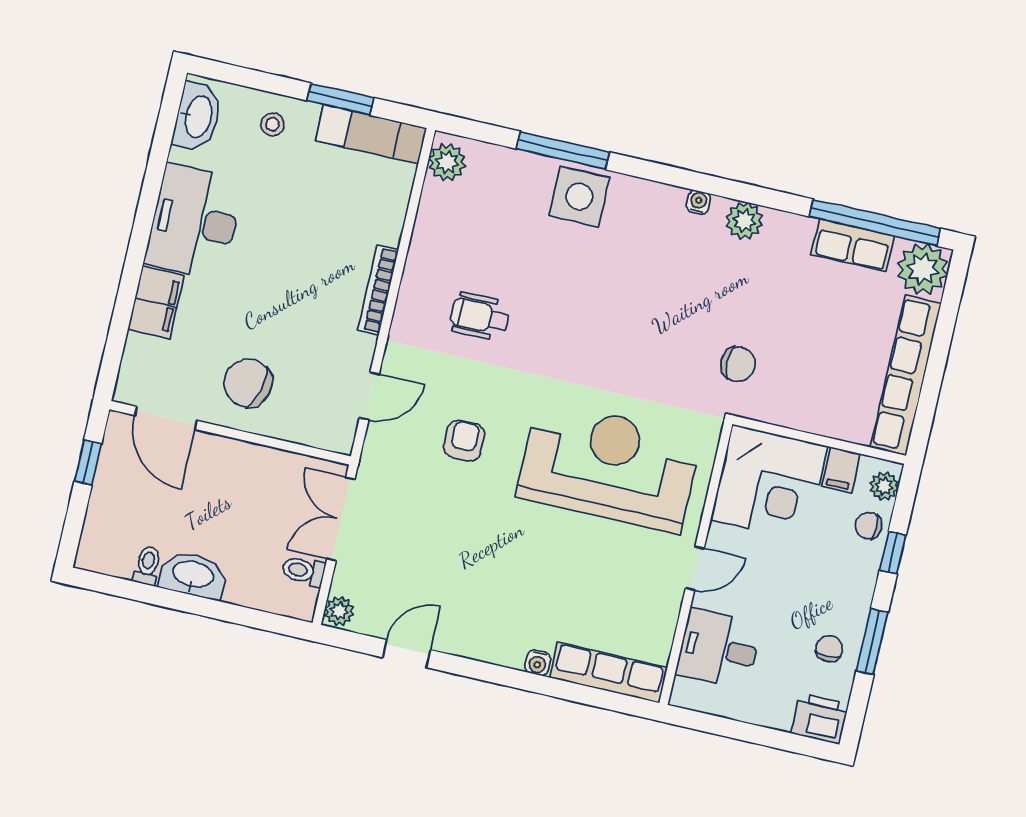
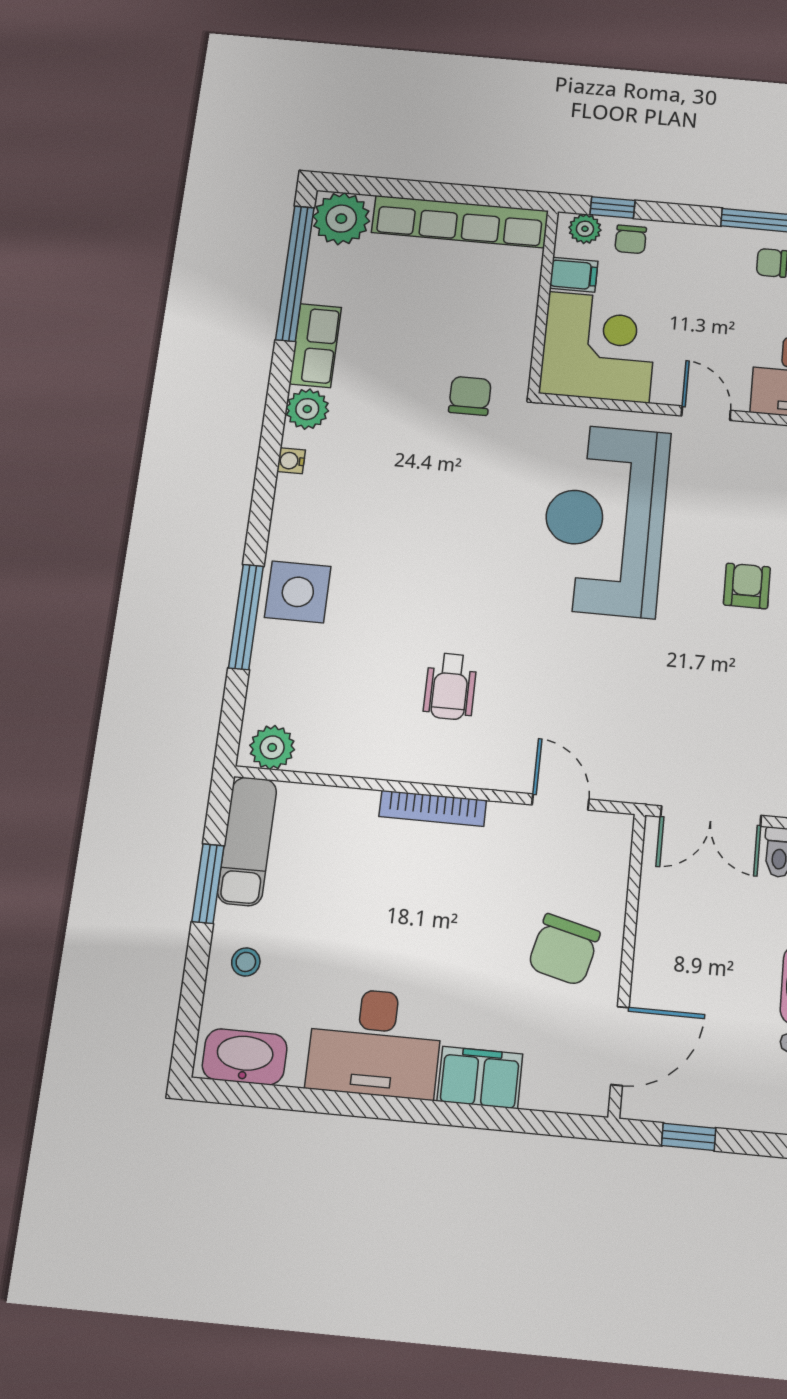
row of seats: (853, 245) -> (315, 345), moved
armchair: (464, 441) -> (747, 586), moved, turned 90
window: (893, 553) -> (612, 208), moved

